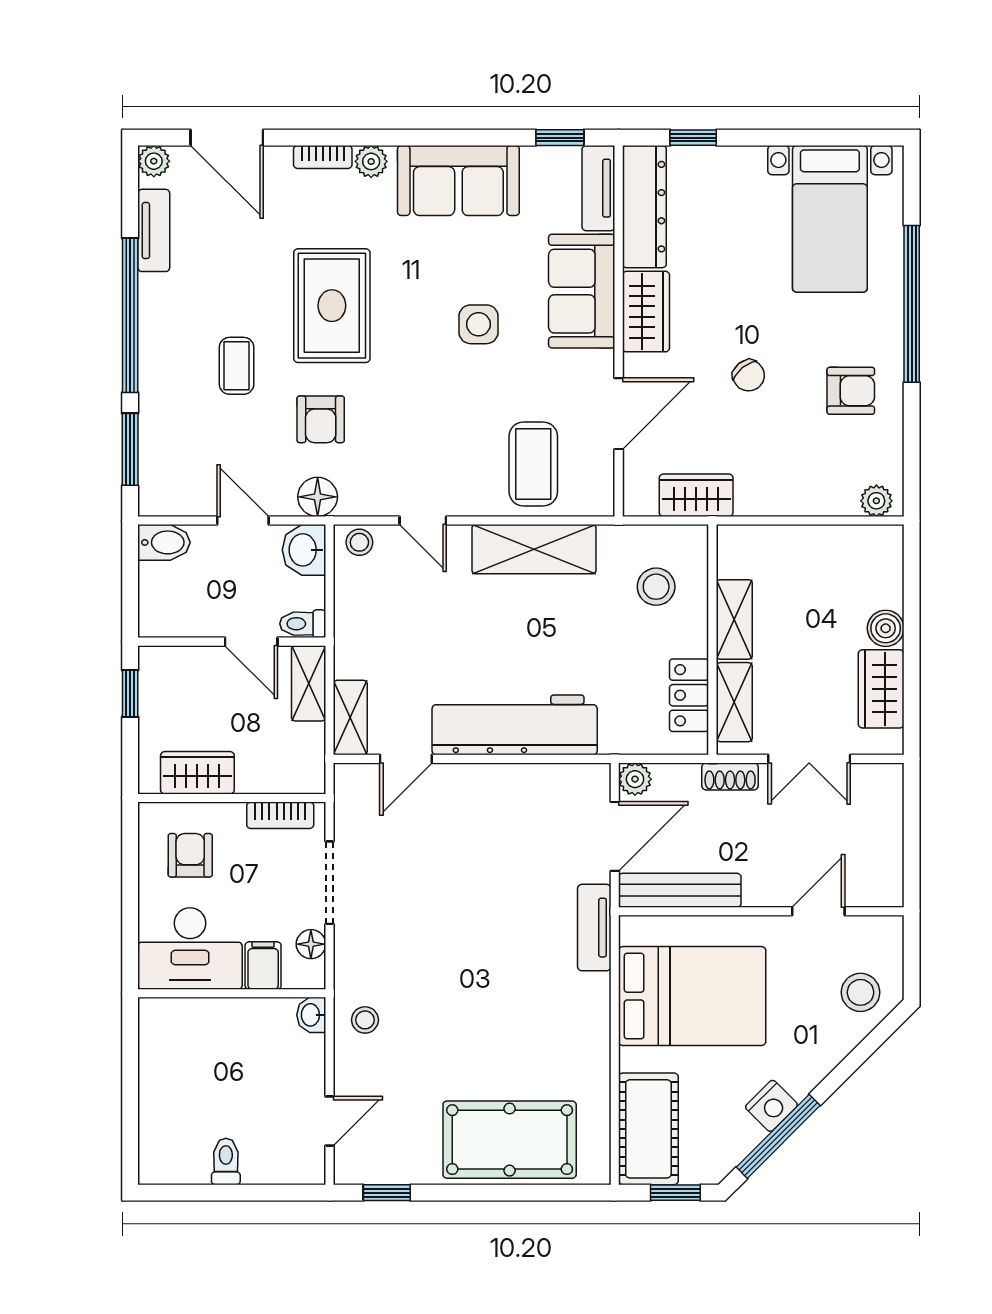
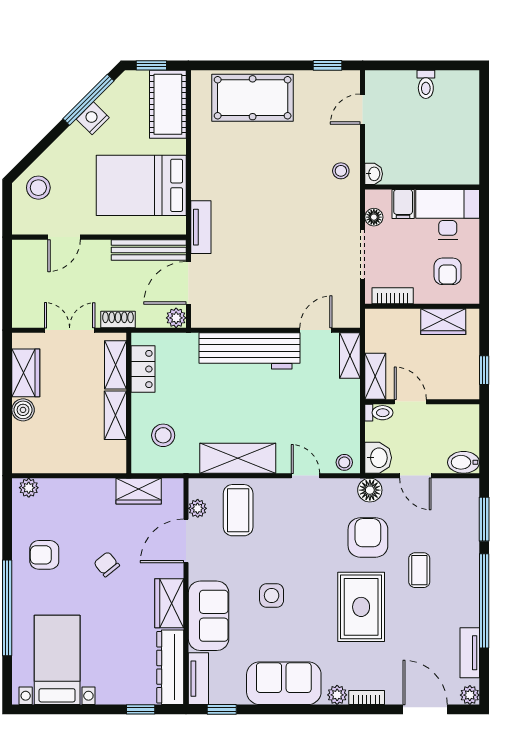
armchair: (321, 419) -> (368, 537), width x1.38, depth x1.38
plant: (600, 467) -> (198, 508), added

